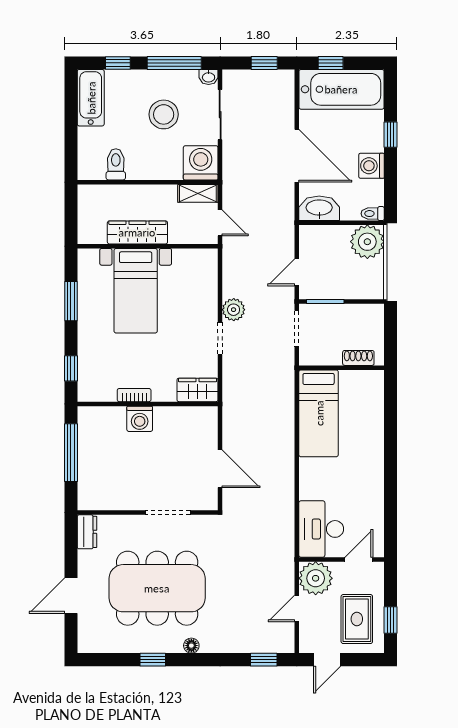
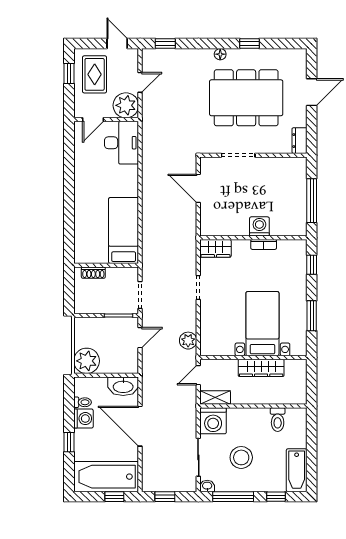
toilet: (373, 214) -> (83, 402), moved
door: (220, 223) -> (198, 375), hinge flipped
plant: (234, 310) -> (188, 341), moved
door: (327, 660) -> (117, 44), hinge flipped

